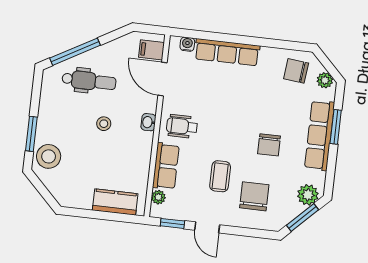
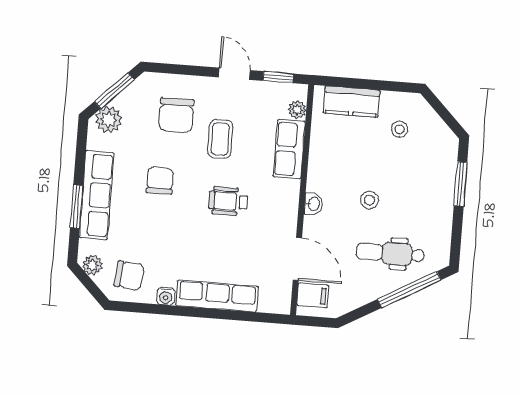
water cooler: (187, 44) -> (166, 296), moved
wheelchair: (182, 126) -> (228, 201), moved, turned 180
stool: (49, 156) -> (400, 129), moved, width x0.53, depth x0.53

